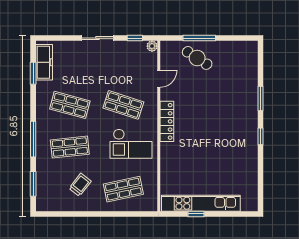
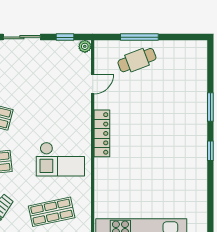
cafe table: (197, 58) -> (137, 60), turned -54
shop shelf: (123, 105) -> (52, 114), removed

